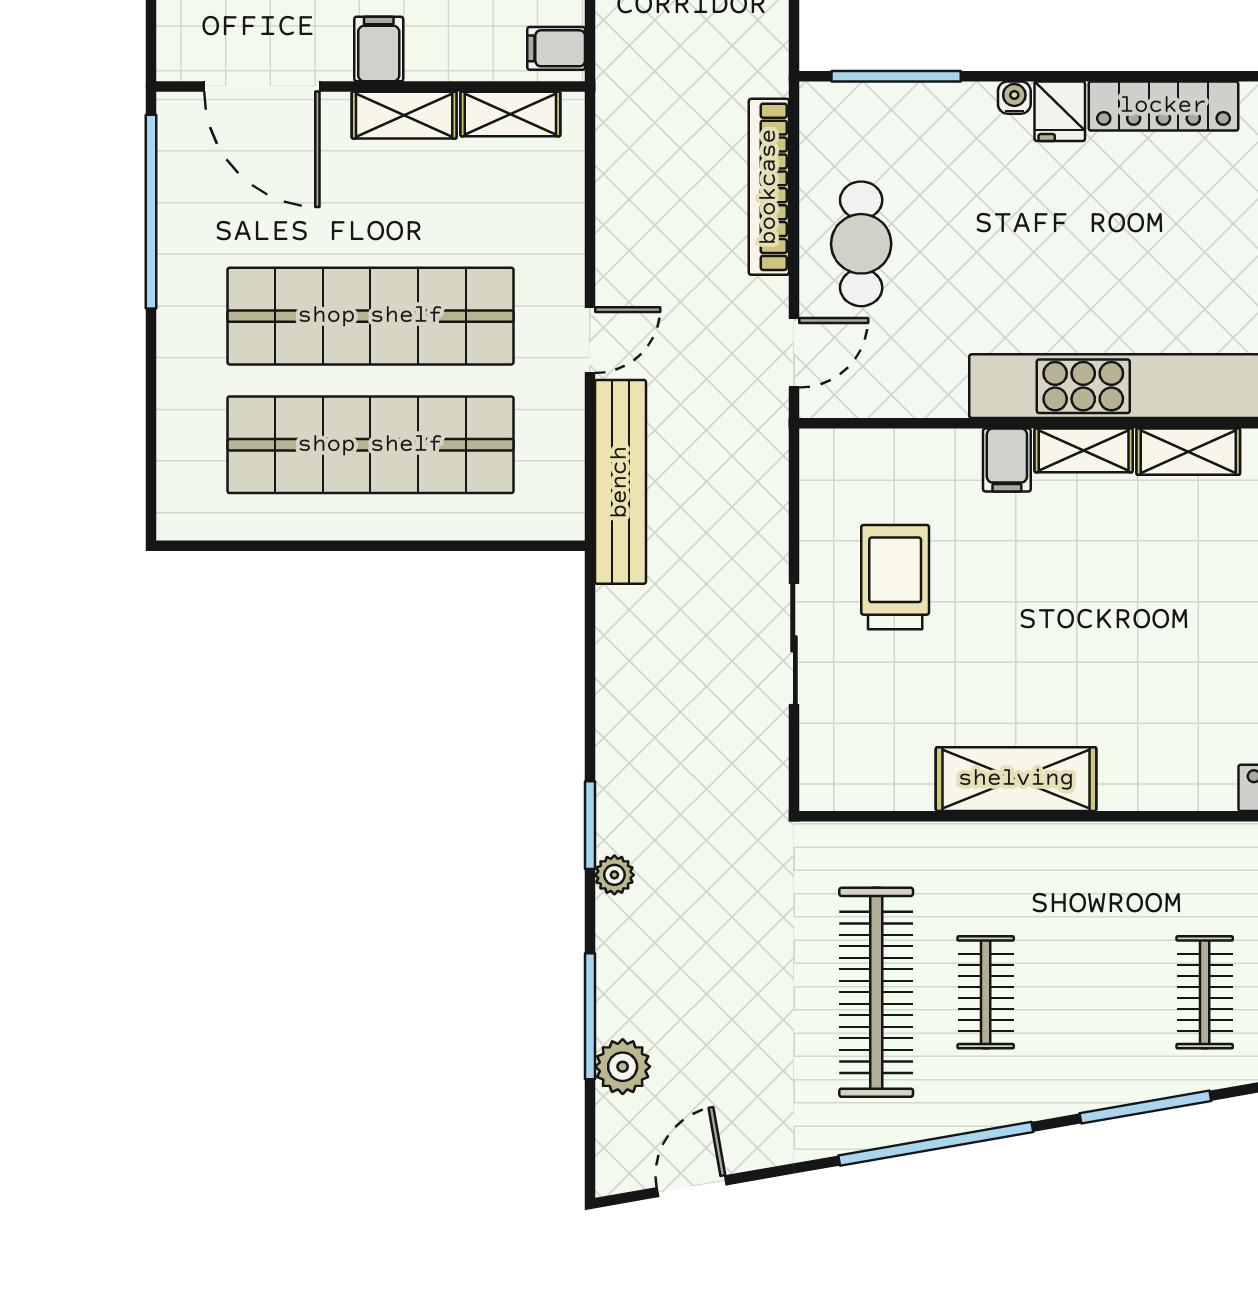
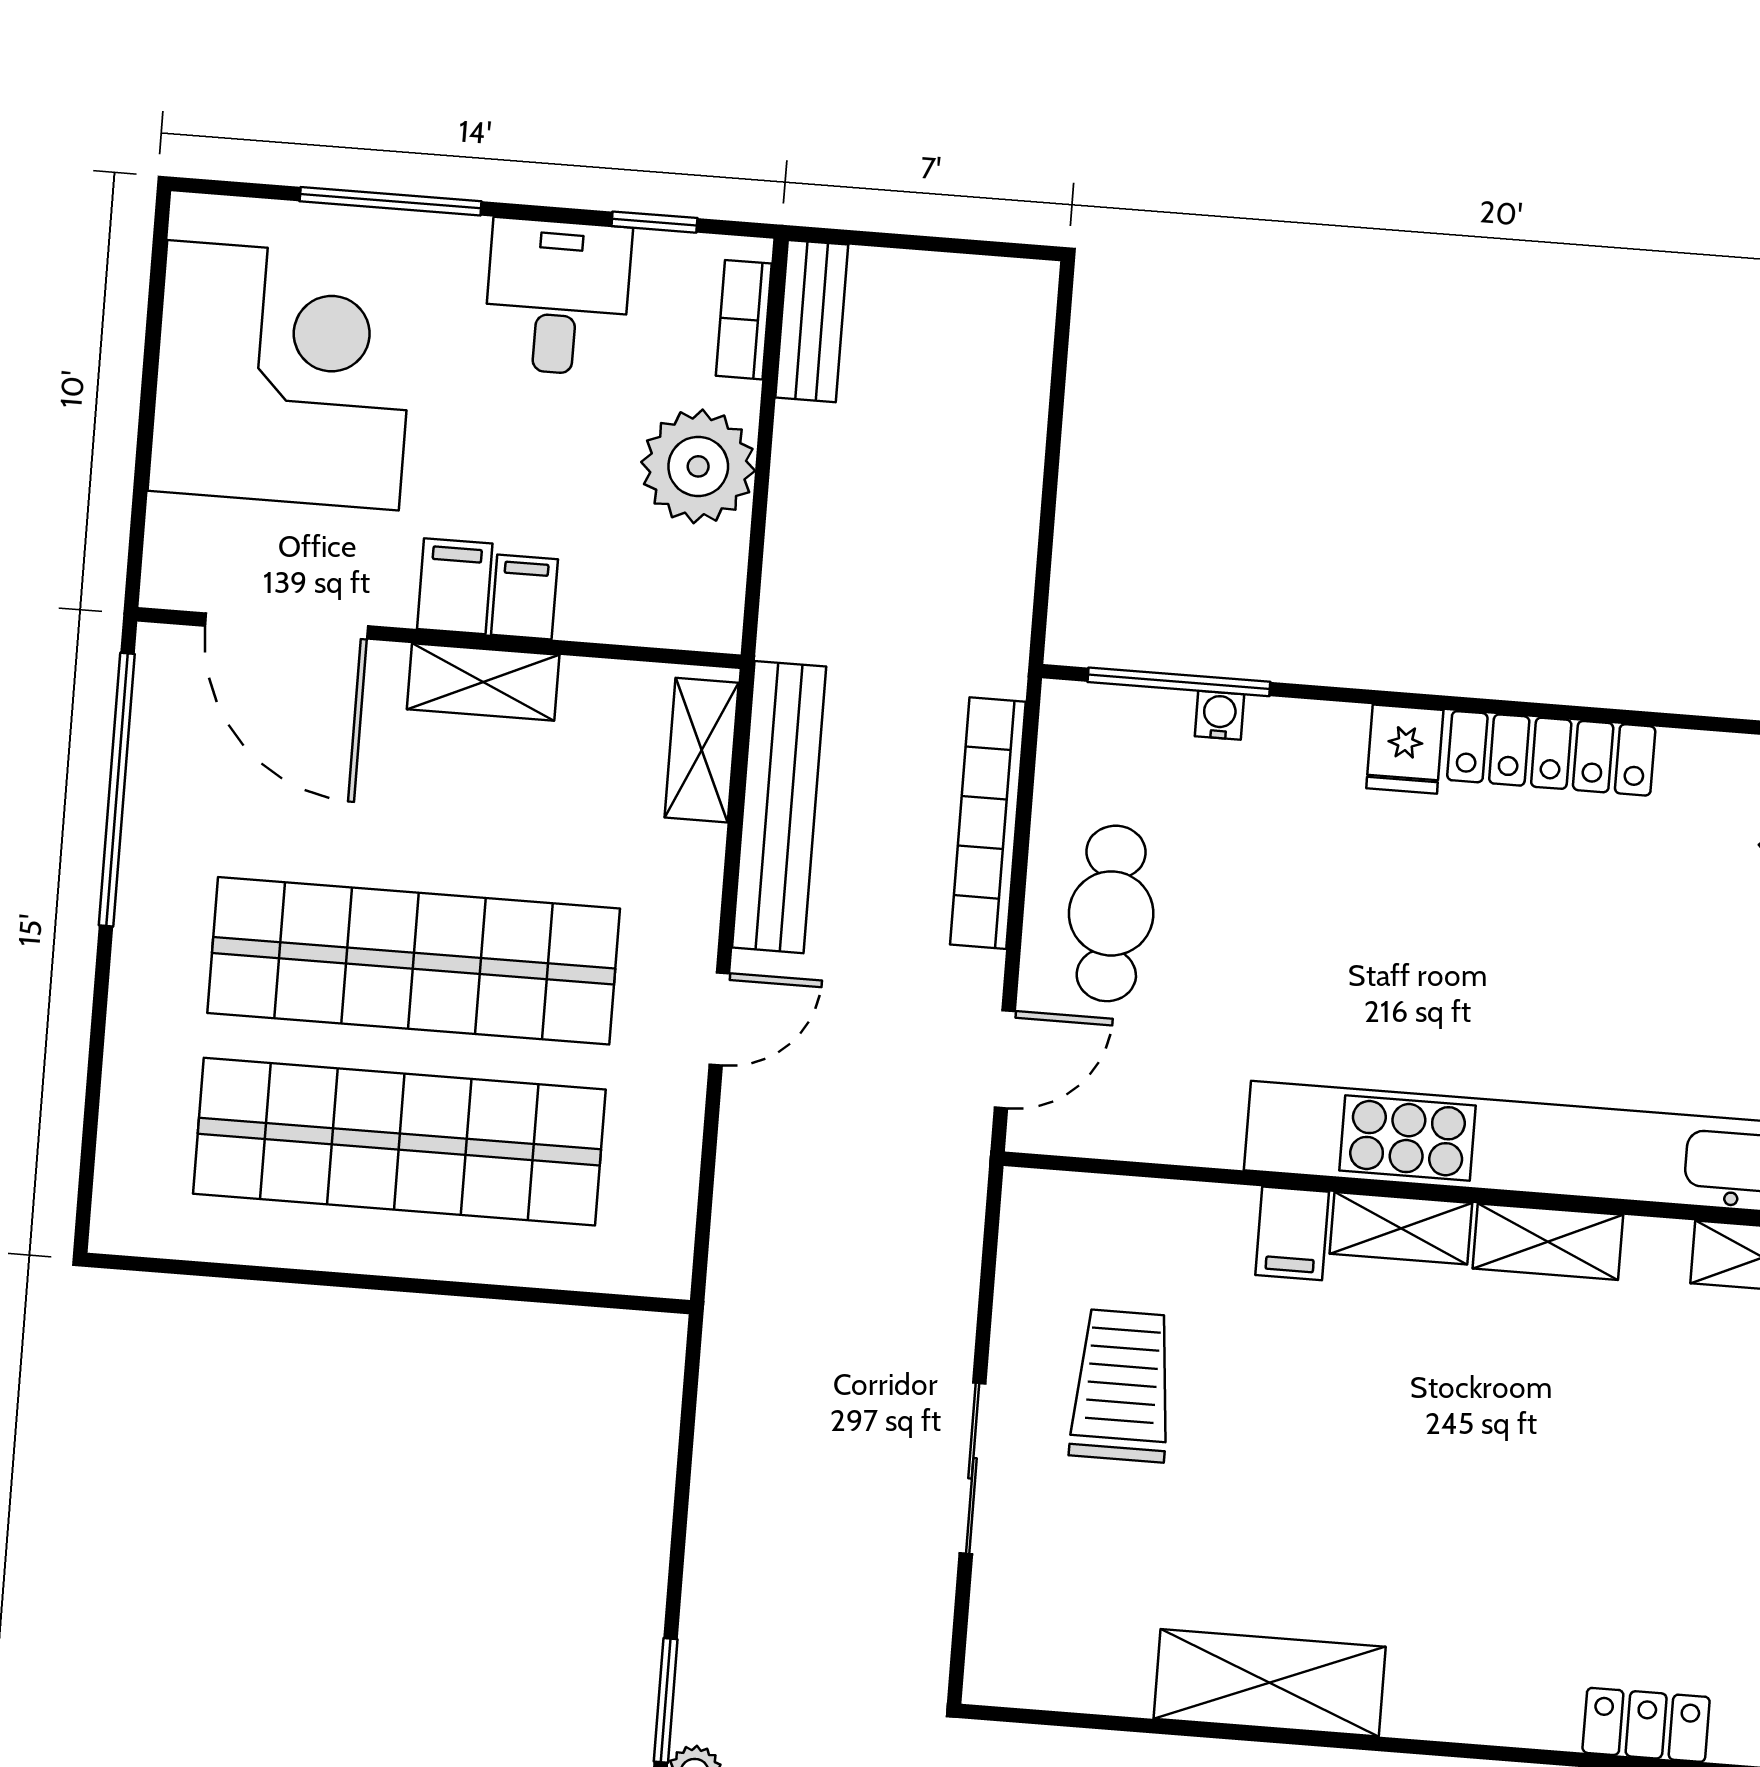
filing cabinet: (556, 48) -> (524, 597), moved, turned 90
water cooler: (1014, 98) -> (1220, 715), moved
shelving: (510, 114) -> (702, 750), moved, turned 90
bench: (620, 482) -> (779, 807), moved

